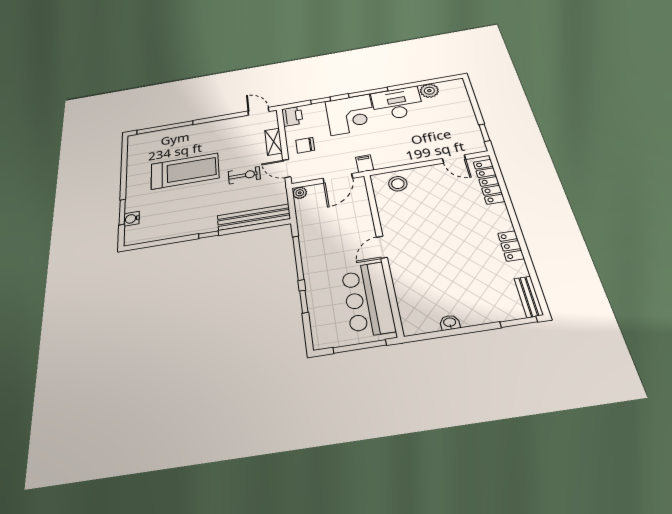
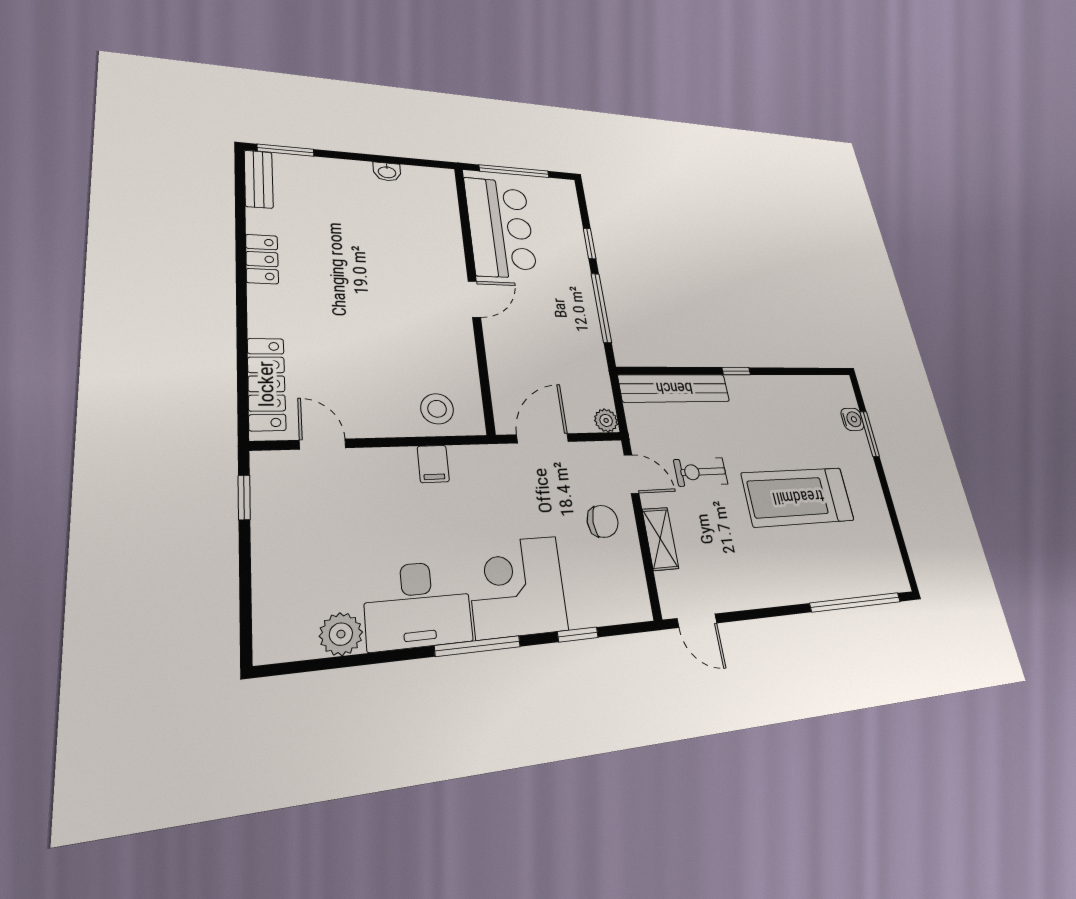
printer: (292, 116) -> (632, 599), removed
filing cabinet: (365, 164) -> (433, 464), moved

